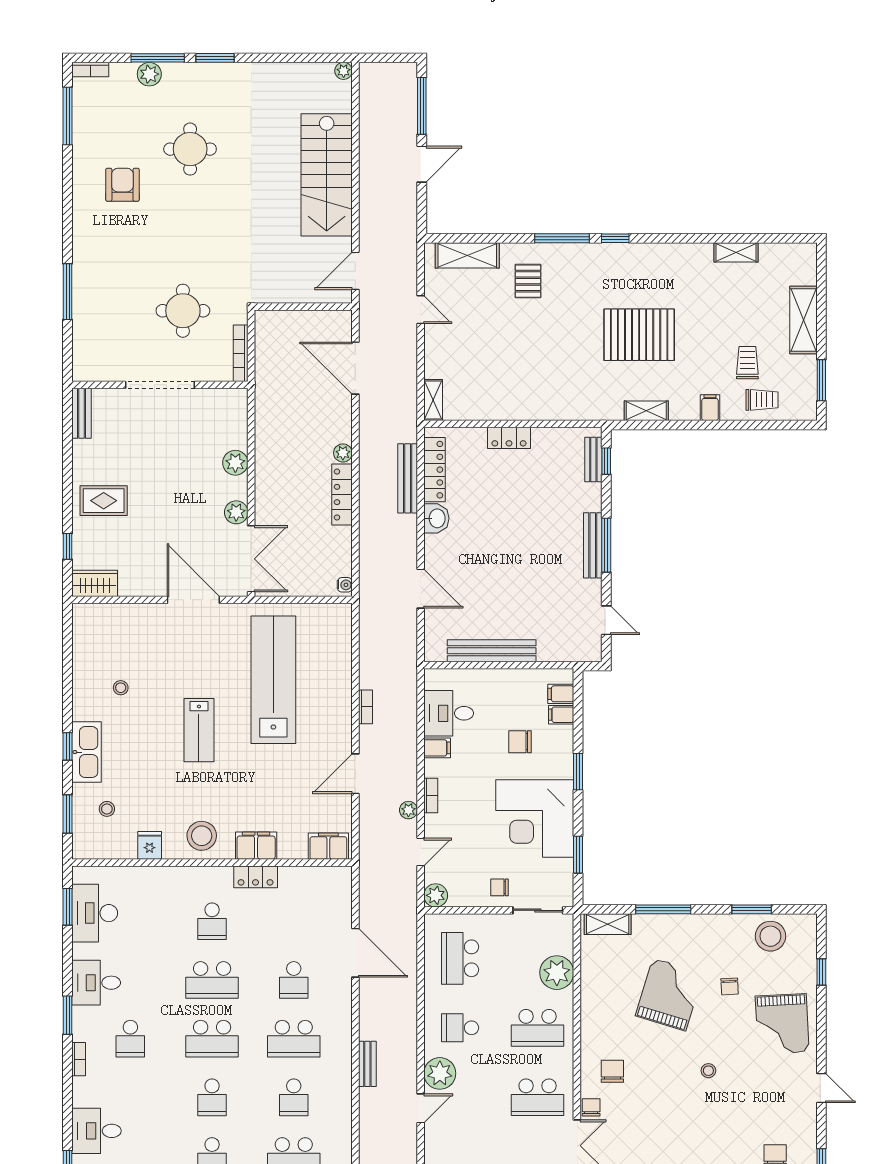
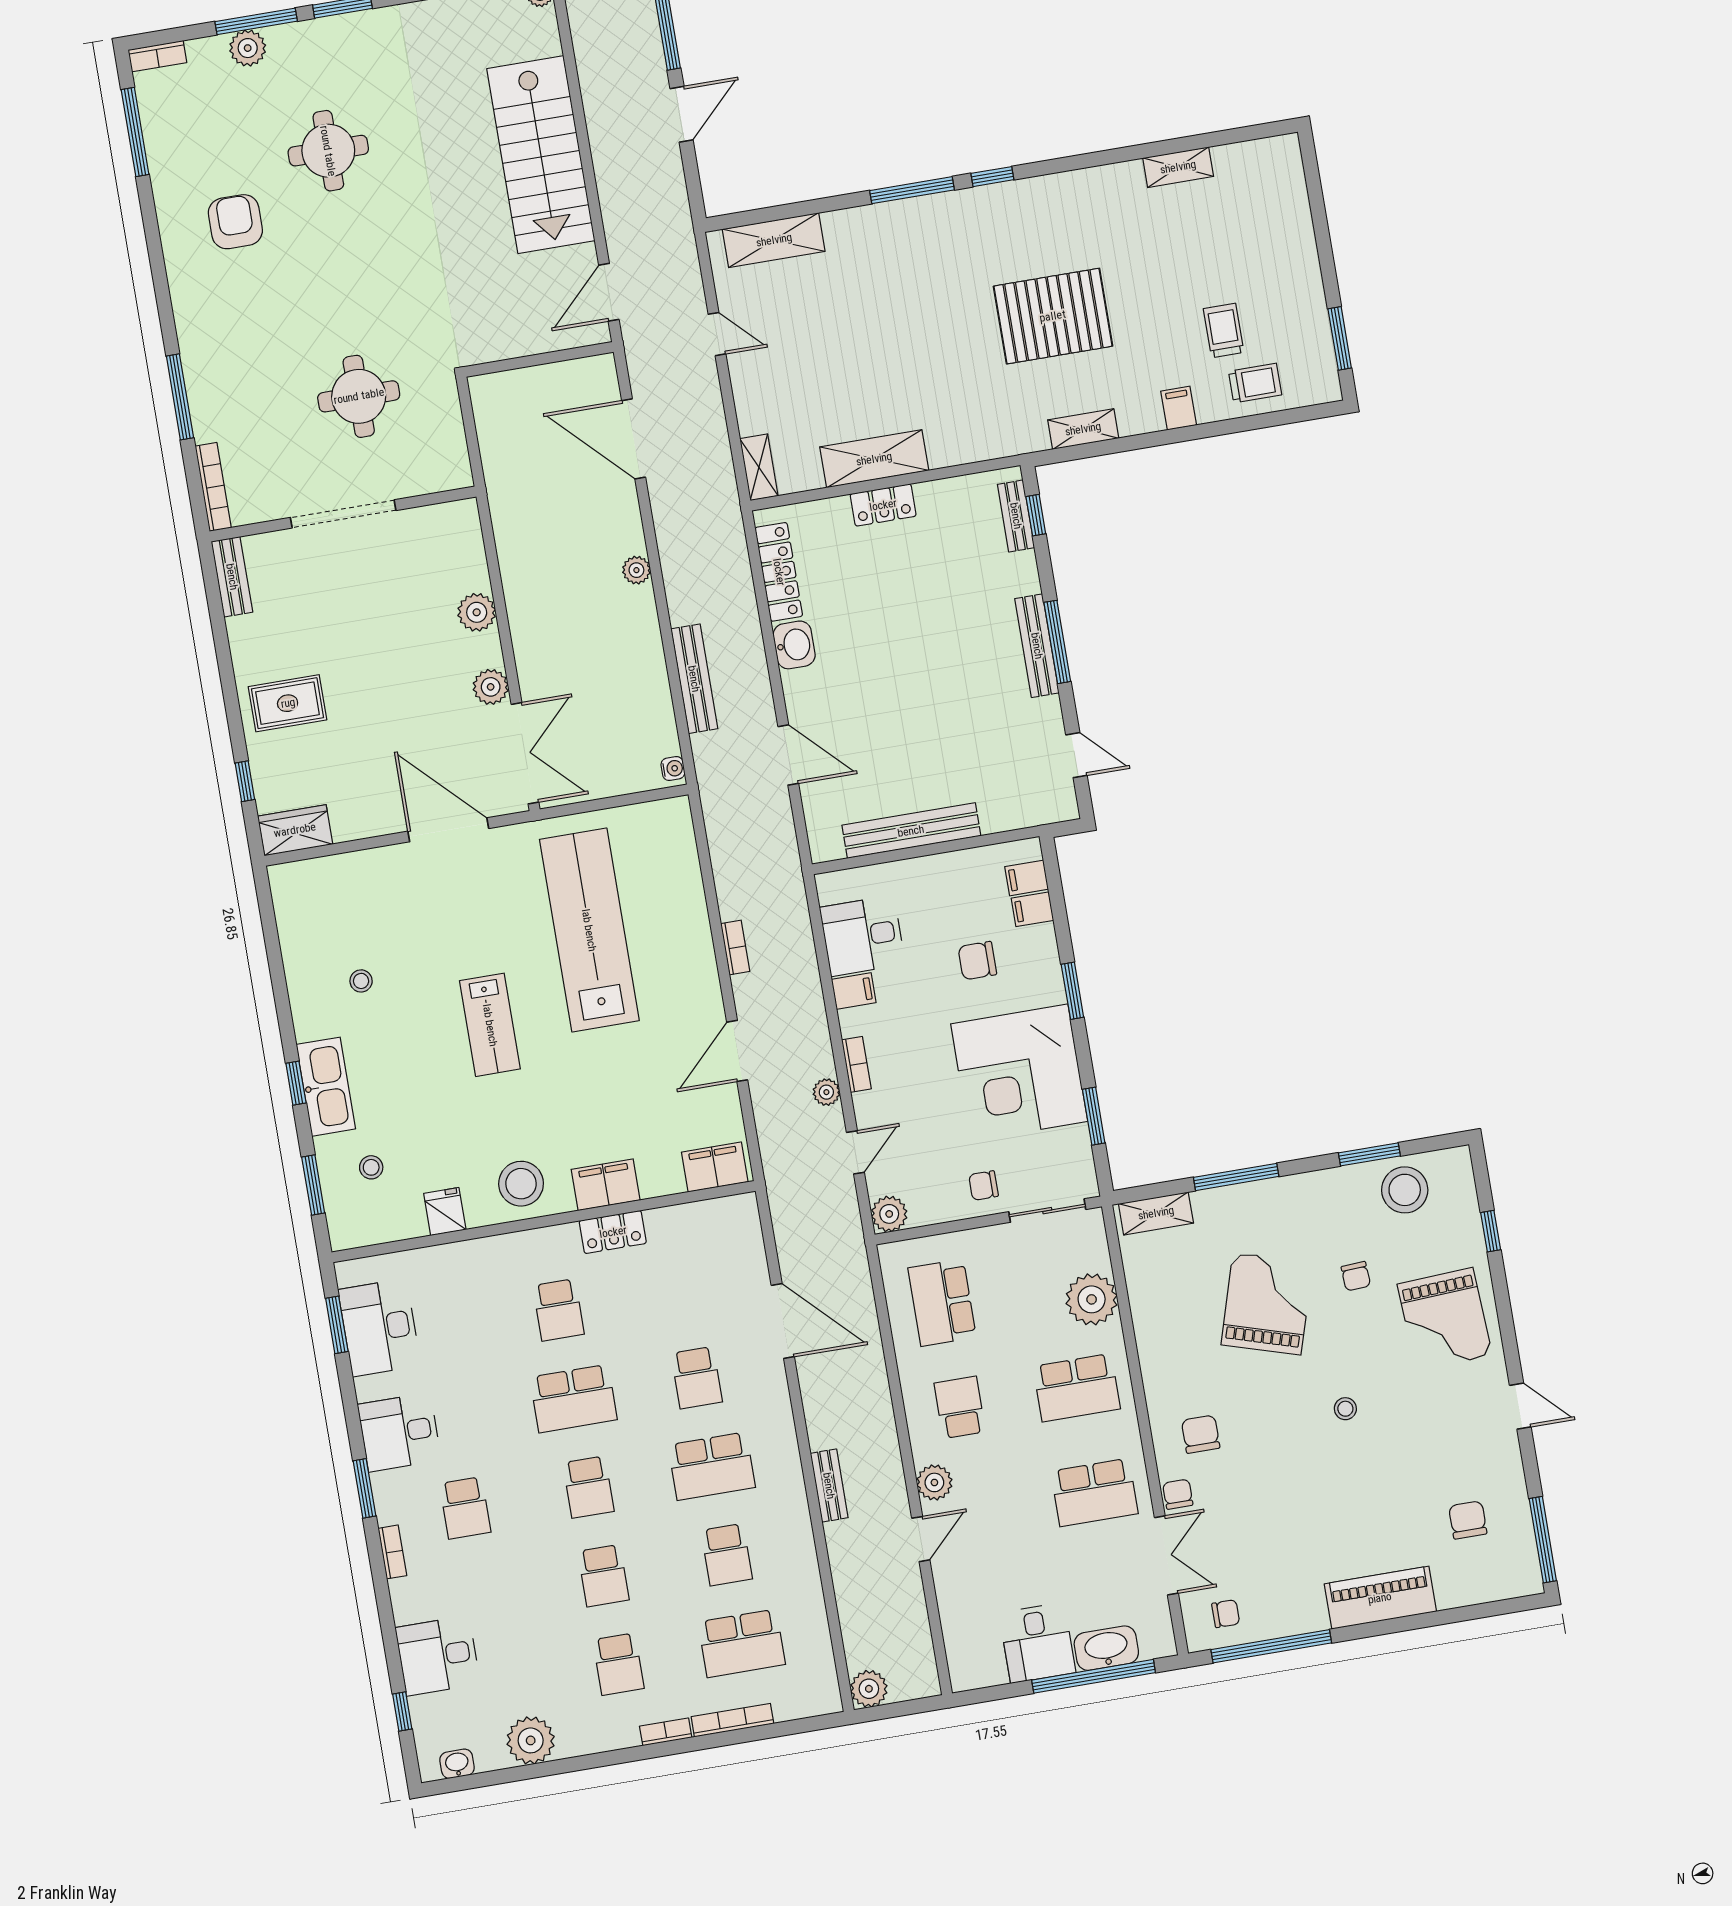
pallet: (528, 281) -> (872, 264), removed
shelving: (803, 320) -> (874, 459), moved, turned 90
bookcase: (241, 353) -> (213, 487), moved, turned 180
bench: (408, 478) -> (694, 679), moved
locker: (342, 494) -> (646, 633), removed
school desk: (460, 1028) -> (960, 1407), turned 90
school desk: (212, 1039) -> (588, 1487), width x0.54
plant: (440, 1073) -> (934, 1482), width x0.73, depth x0.73

